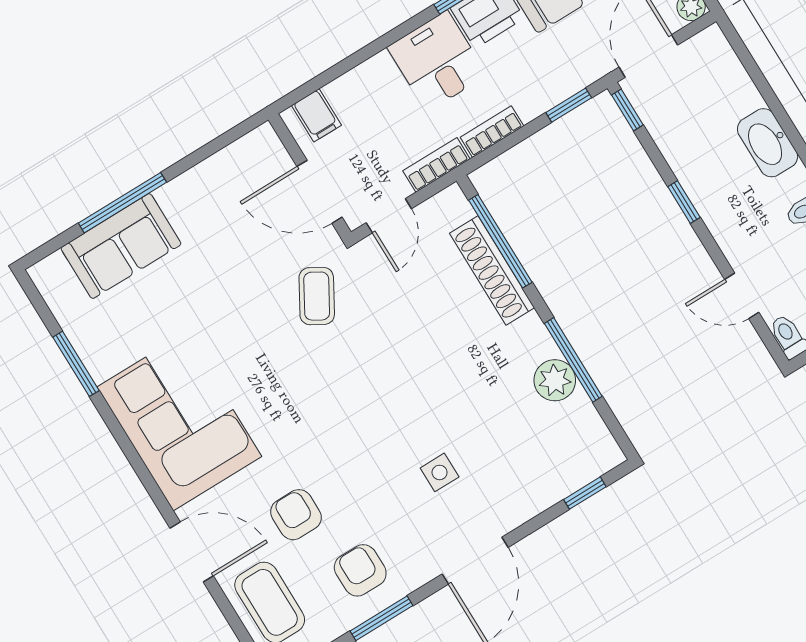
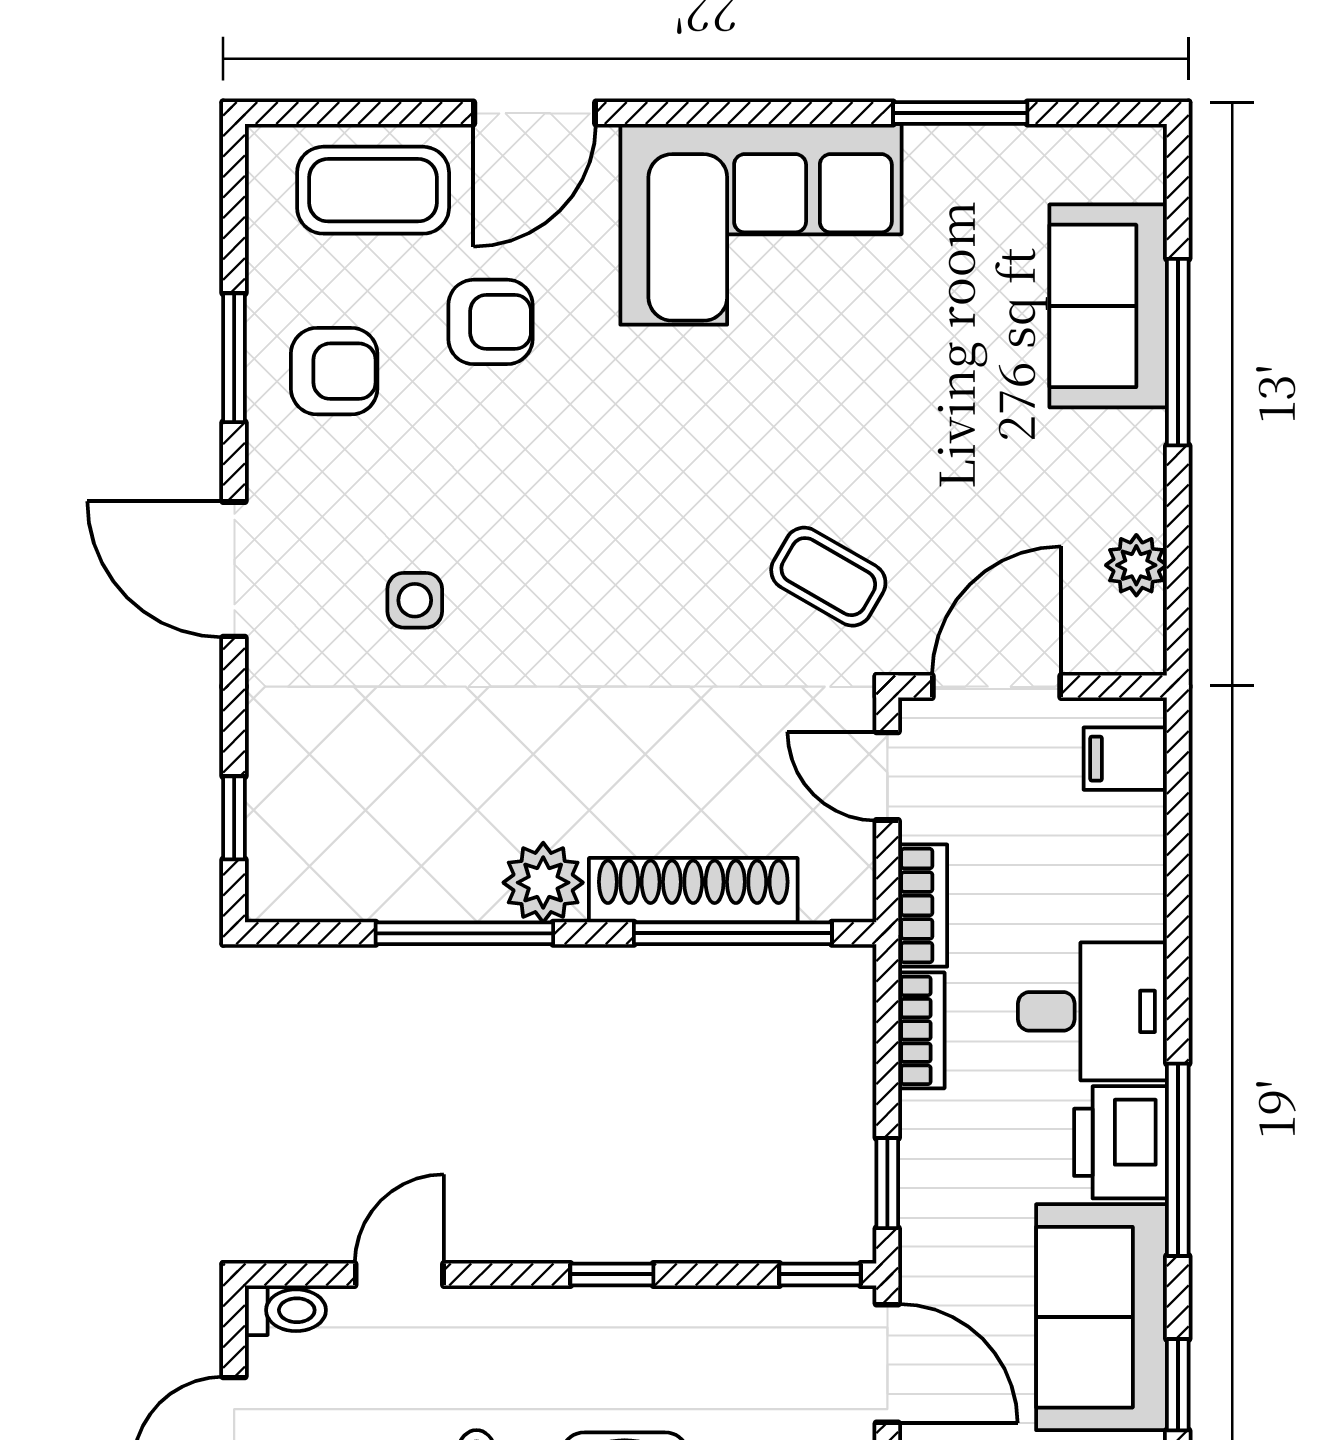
plant: (228, 163) -> (1136, 565), added
plant: (555, 380) -> (543, 883), moved

